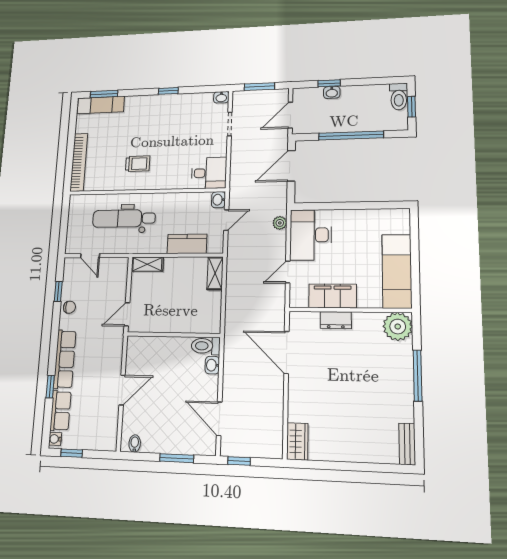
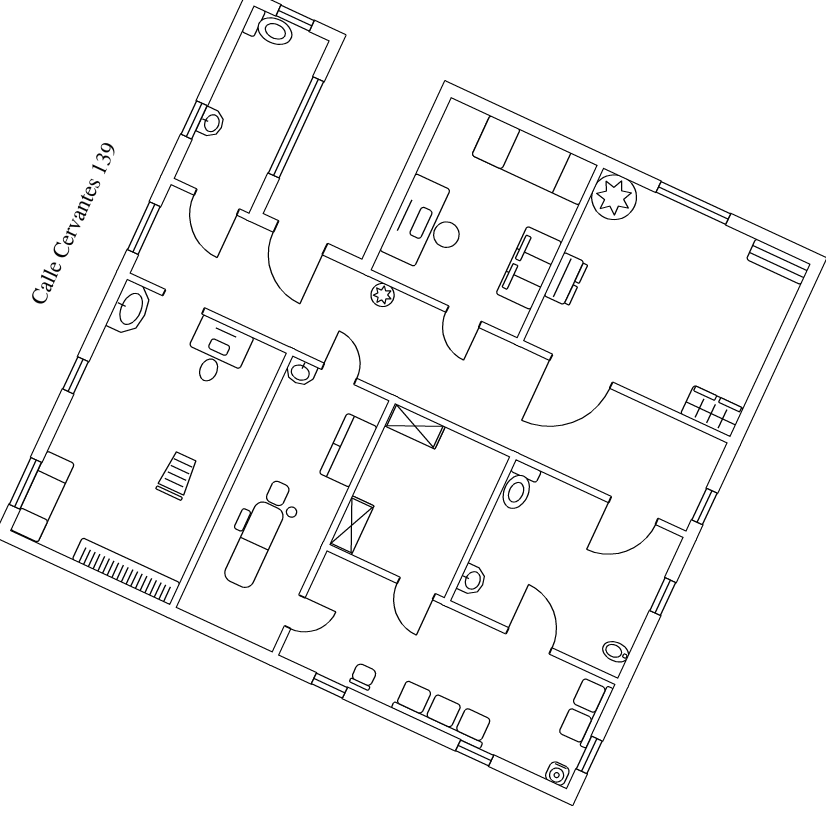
washbasin: (221, 97) -> (130, 308), width x1.91, depth x1.45
desk: (209, 173) -> (216, 353), moved
desk: (311, 235) -> (428, 226), moved, turned 90
washbasin: (212, 365) -> (472, 580), moved, turned -90
row of seats: (60, 411) -> (585, 712), moved, turned -90
window: (177, 458) -> (663, 597), width x0.67

